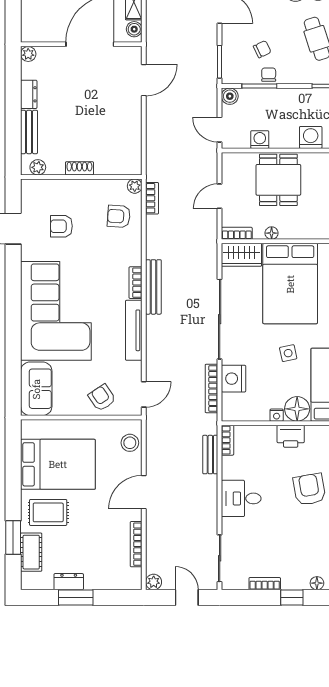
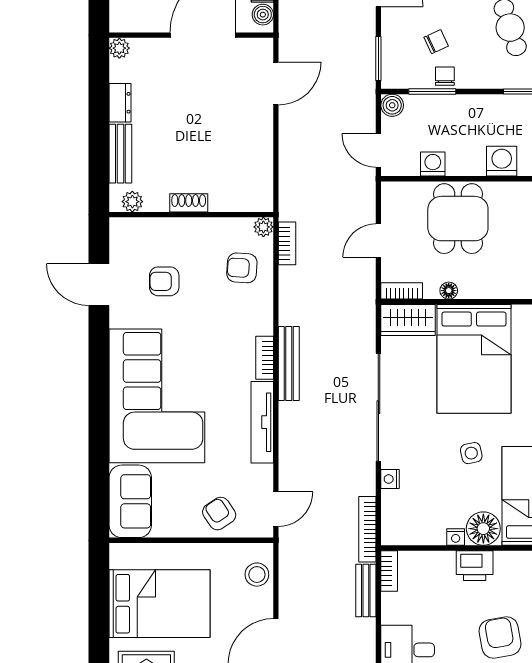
nightstand: (234, 379) -> (390, 479), width x0.53, depth x0.56
bookcase: (211, 388) -> (367, 529), moved

